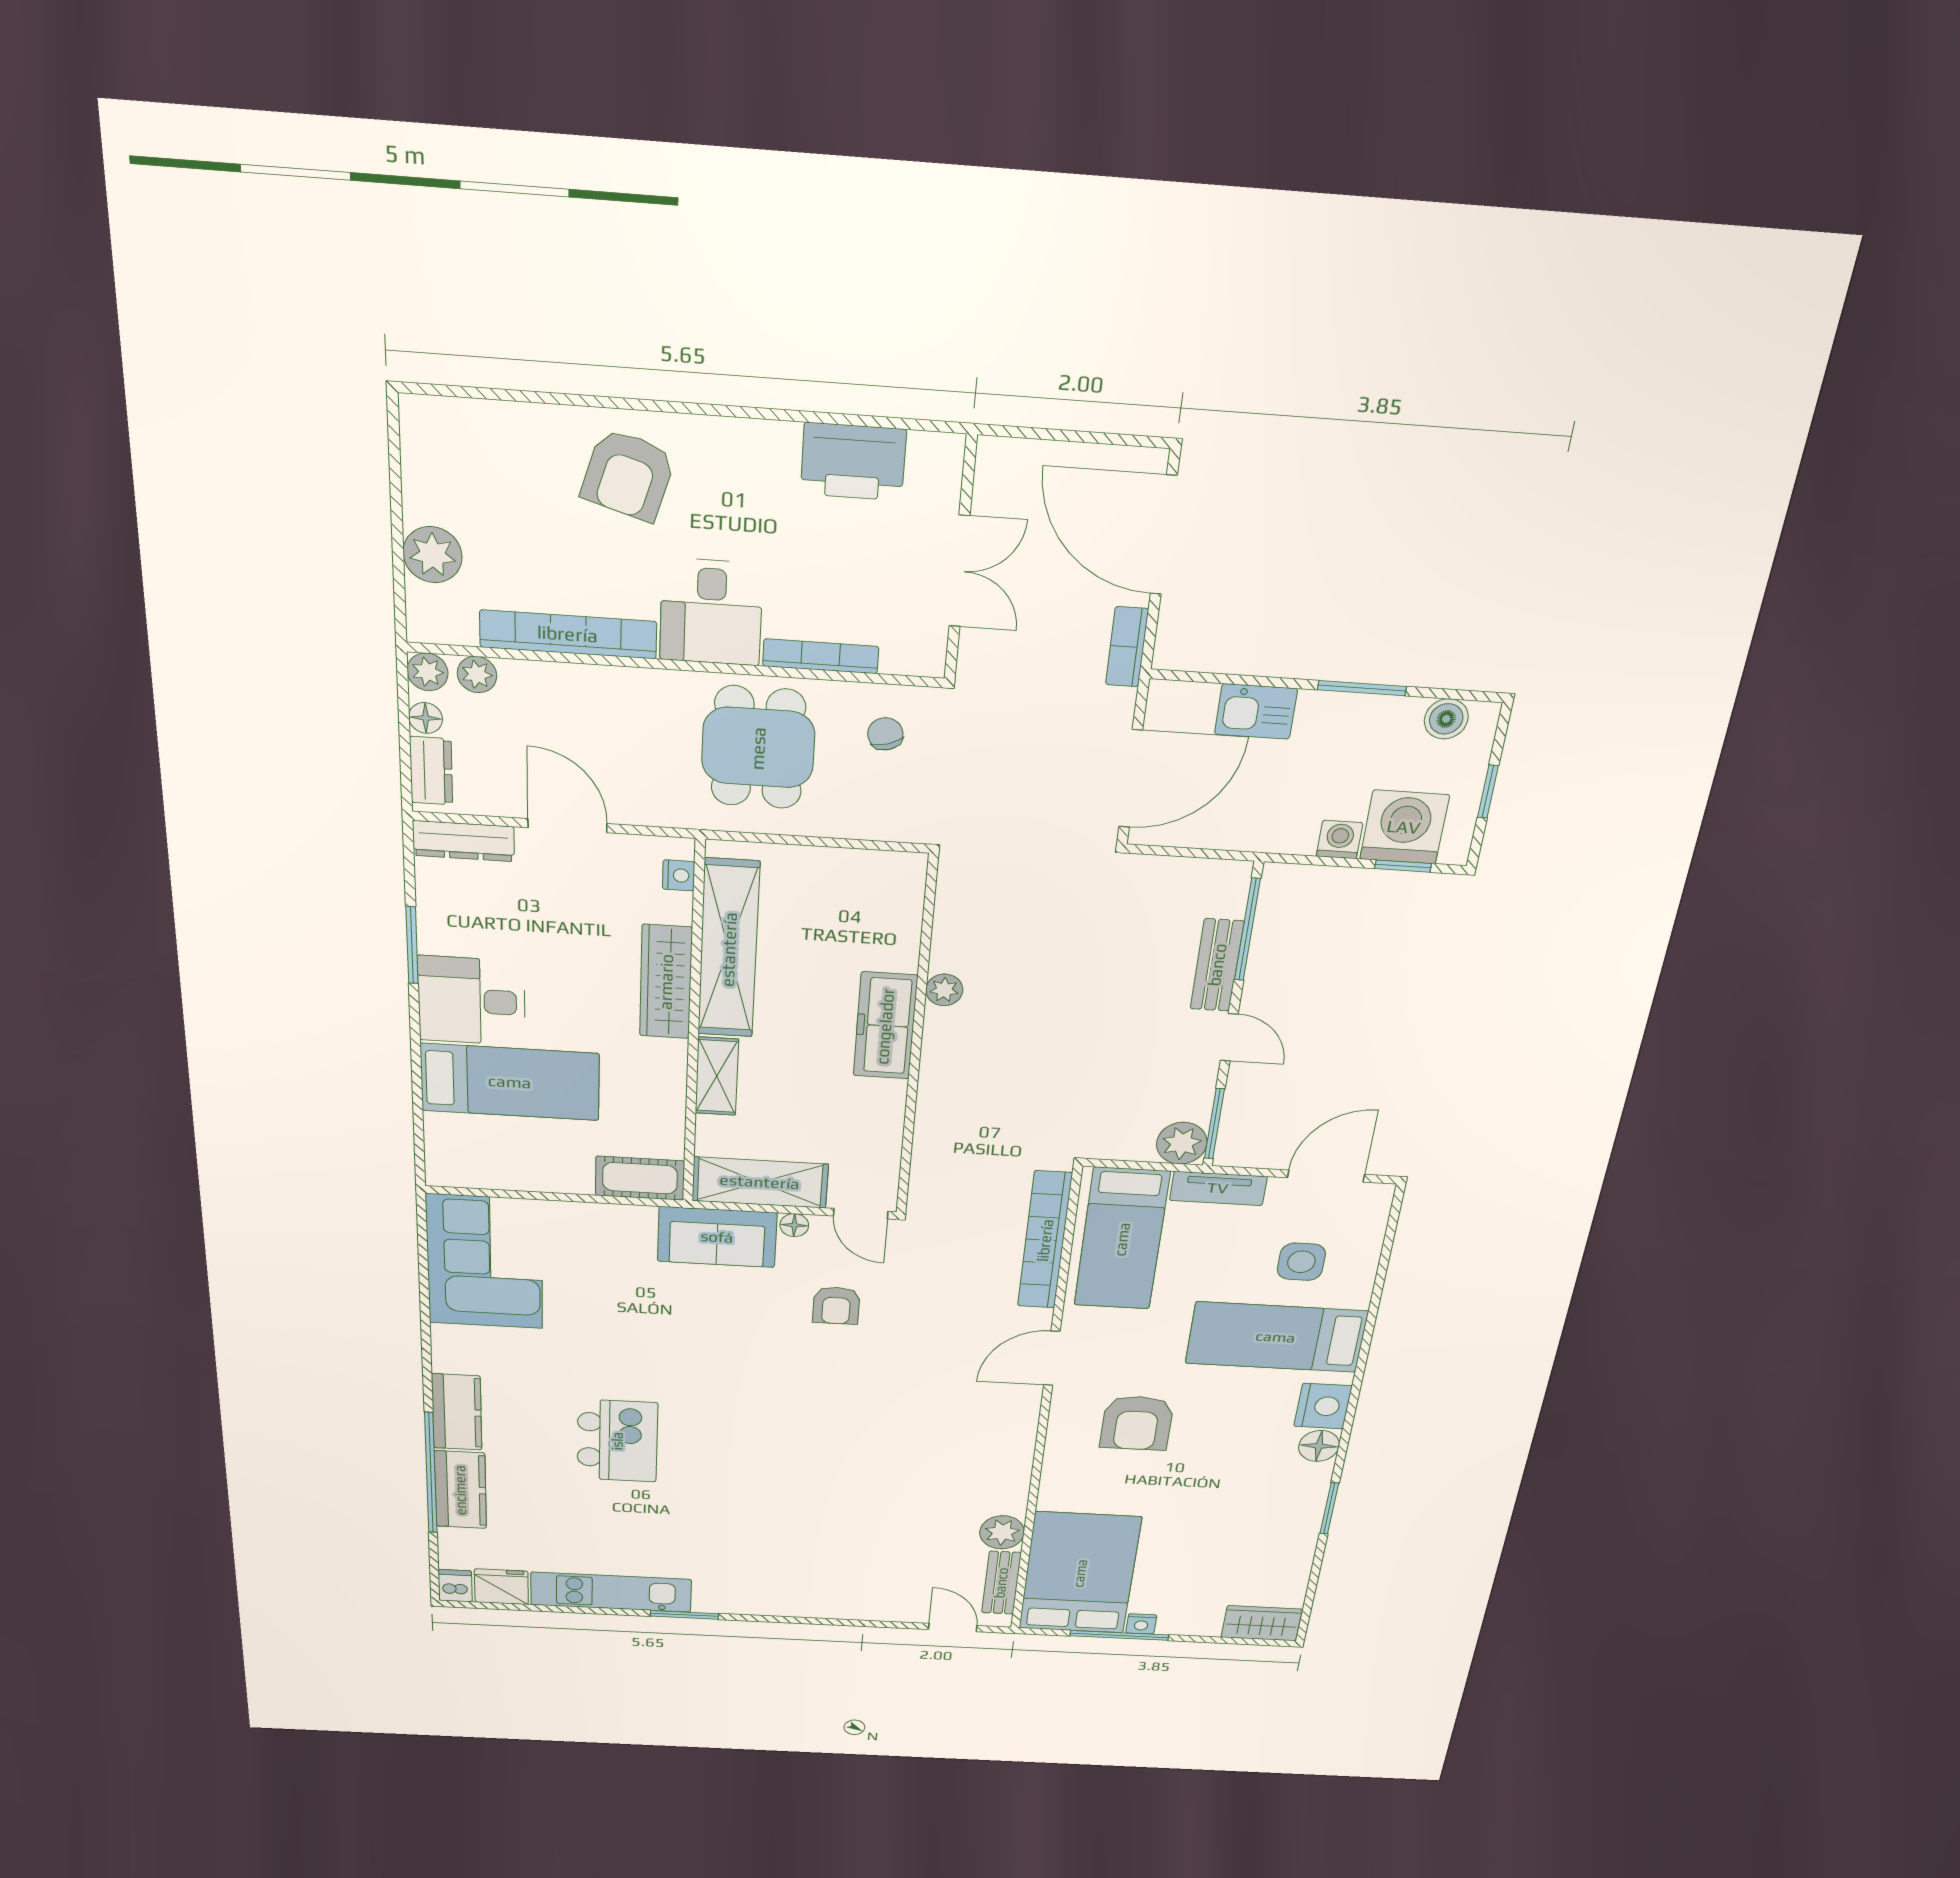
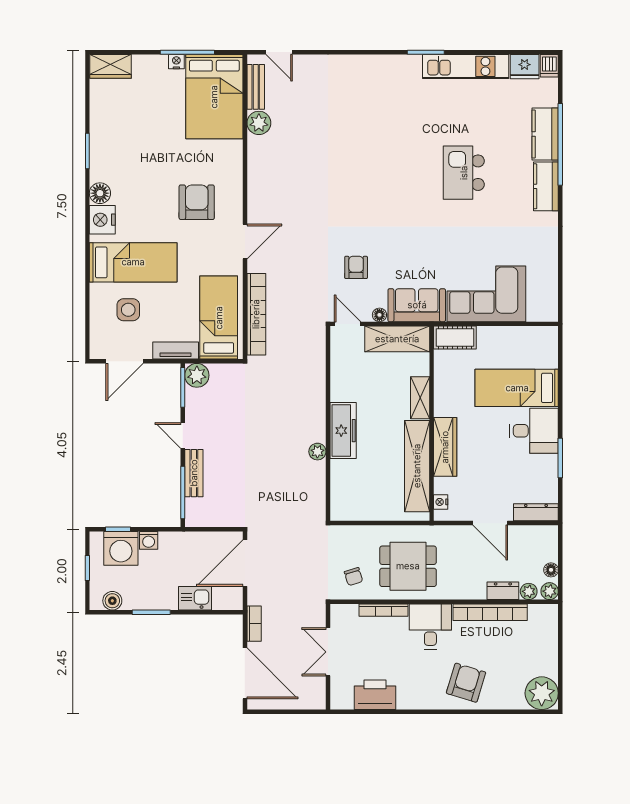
plant: (433, 555) -> (542, 693), moved, width x1.36, depth x1.36
dining table: (758, 748) -> (408, 566), turned 90
dresser: (431, 771) -> (503, 591), moved, turned 90
corner sofa: (485, 1262) -> (486, 294), moved, turned 90

